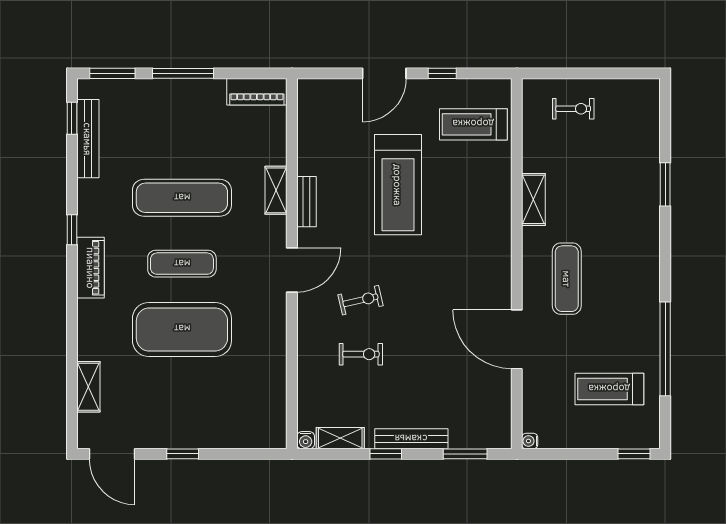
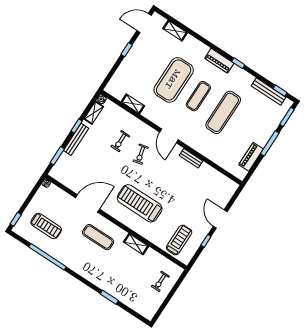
piano: (257, 92) -> (251, 157), moved
treadmill: (398, 185) -> (140, 203), moved
shelving: (276, 190) -> (133, 104), moved
treadmill: (609, 389) -> (46, 226), turned 90

